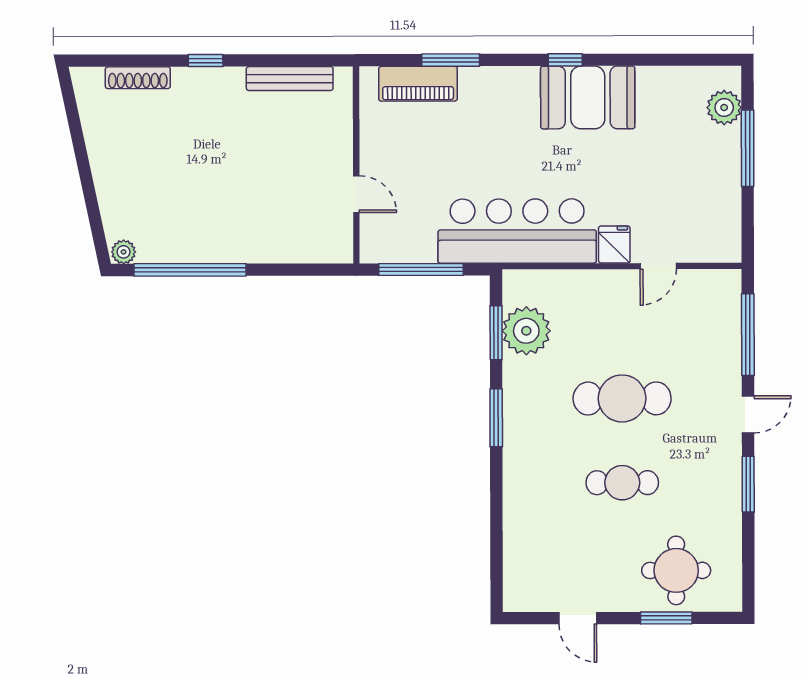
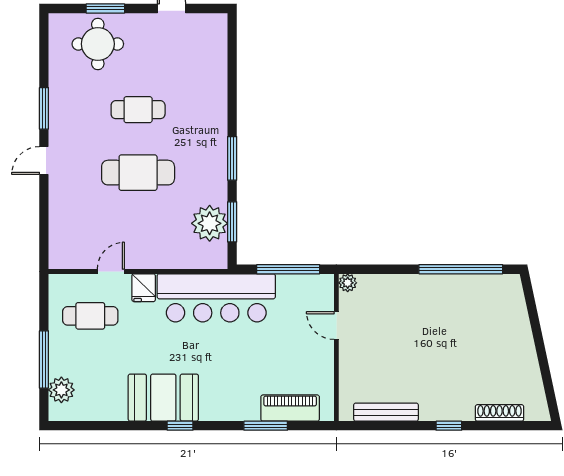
cafe table: (686, 207) -> (90, 316), added
plant: (124, 252) -> (348, 283), moved
window: (748, 335) -> (44, 220), removed

